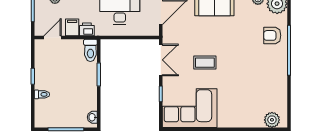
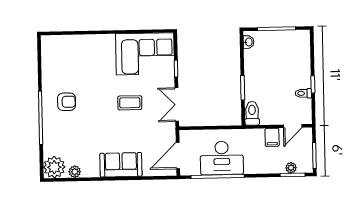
printer: (87, 29) -> (256, 135), removed
armchair: (272, 35) -> (67, 102), moved
toilet: (42, 94) -> (303, 93), moved
plant: (272, 120) -> (57, 43), removed

